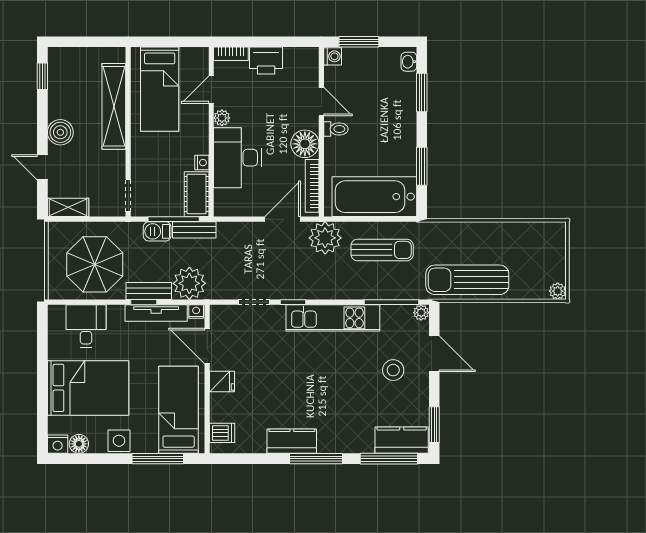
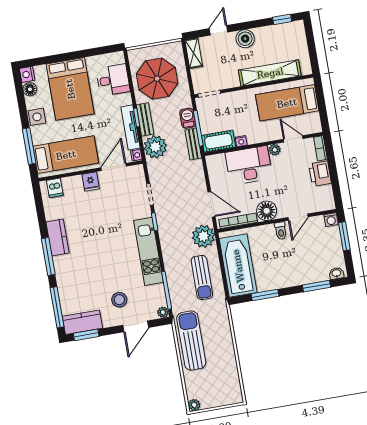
kitchen counter: (402, 440) -> (82, 322), moved, turned -90

